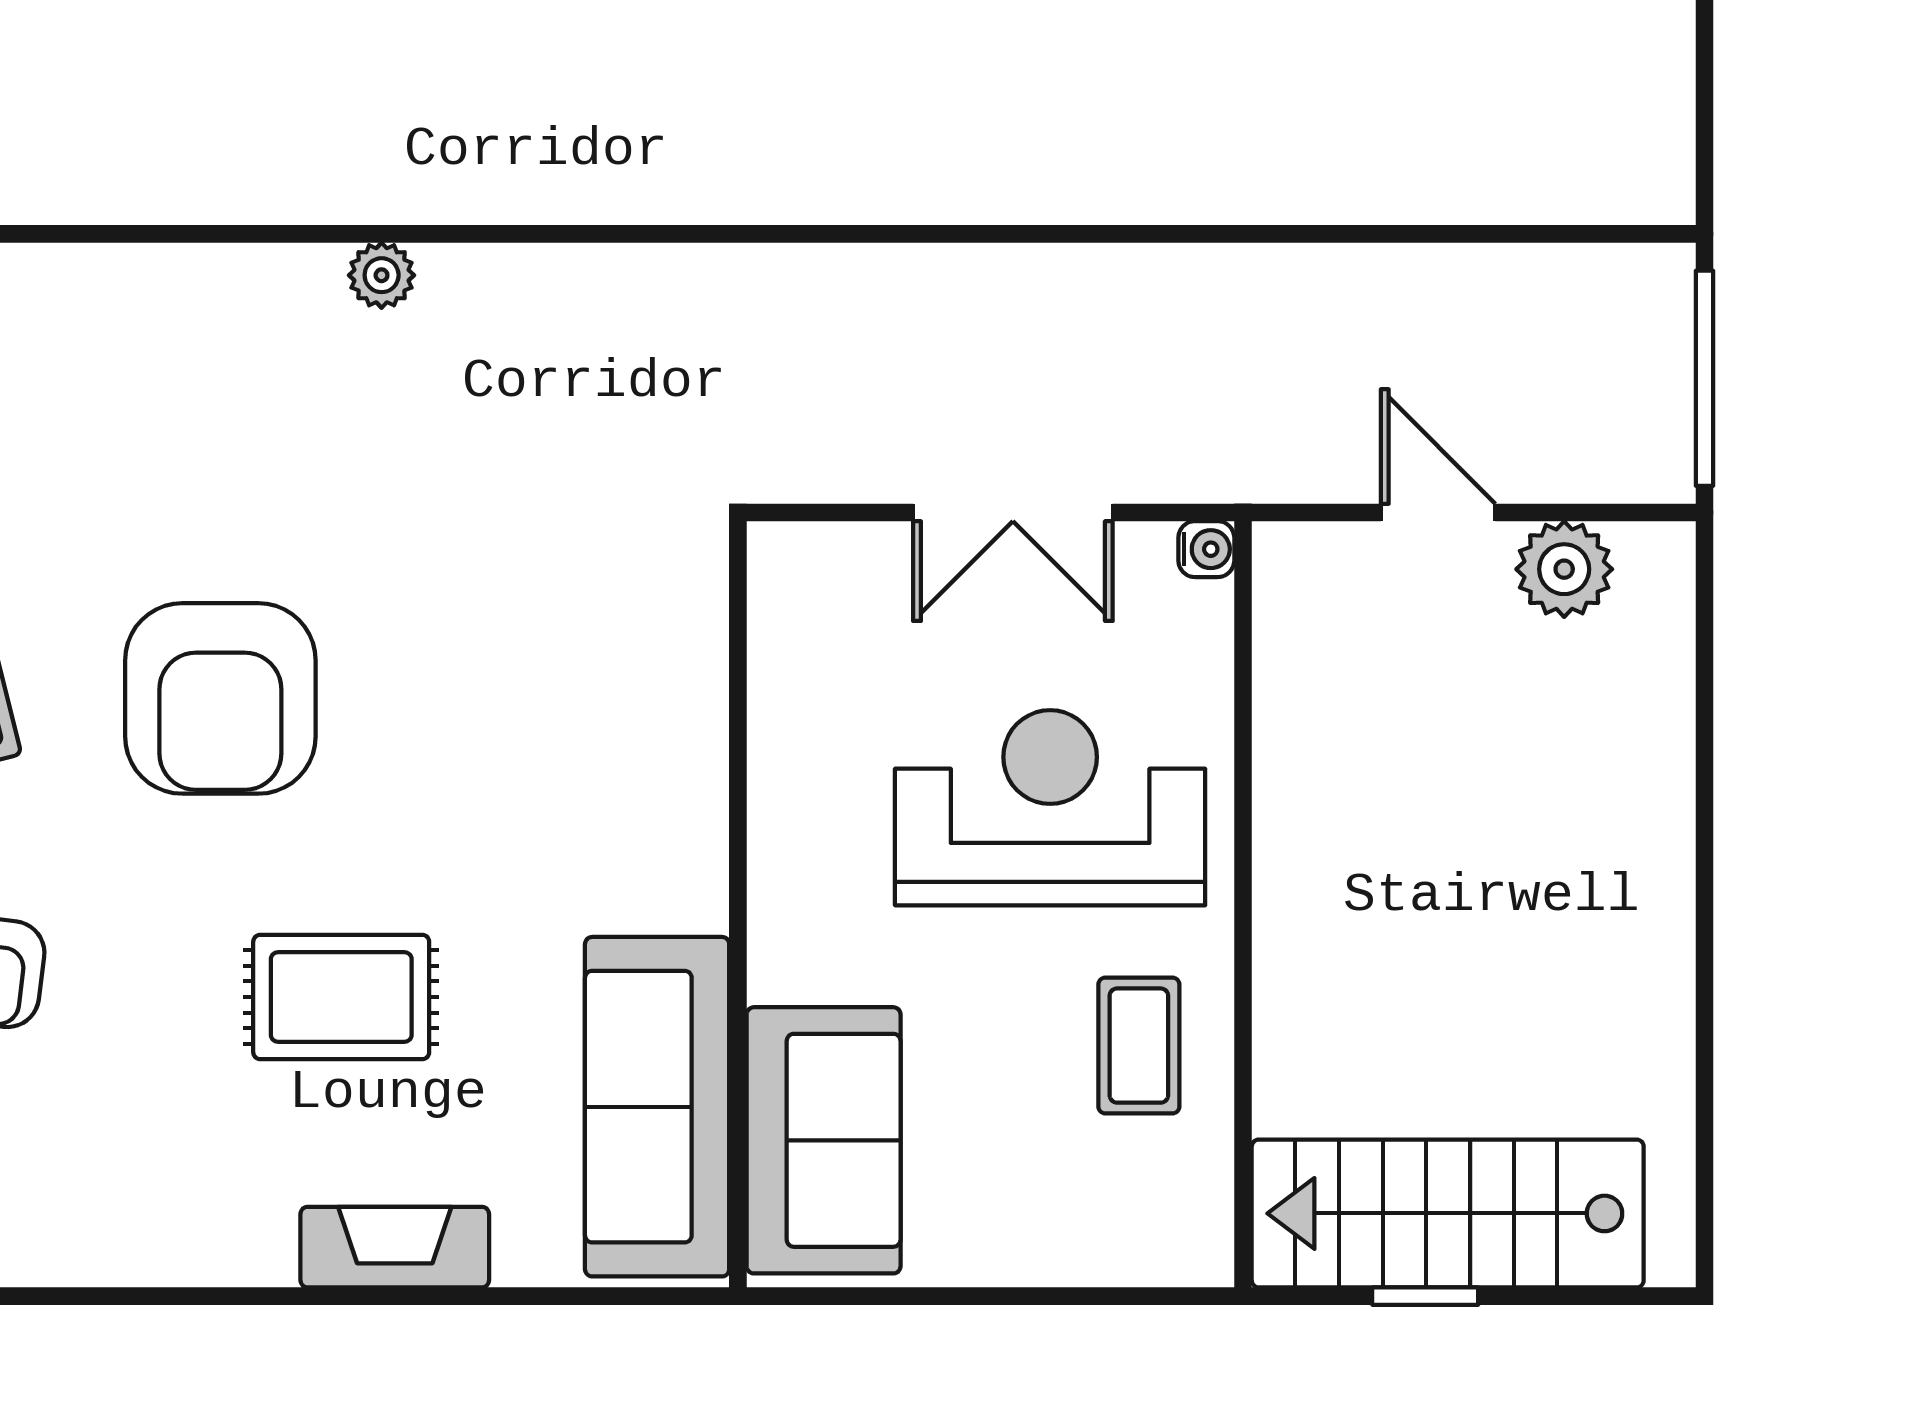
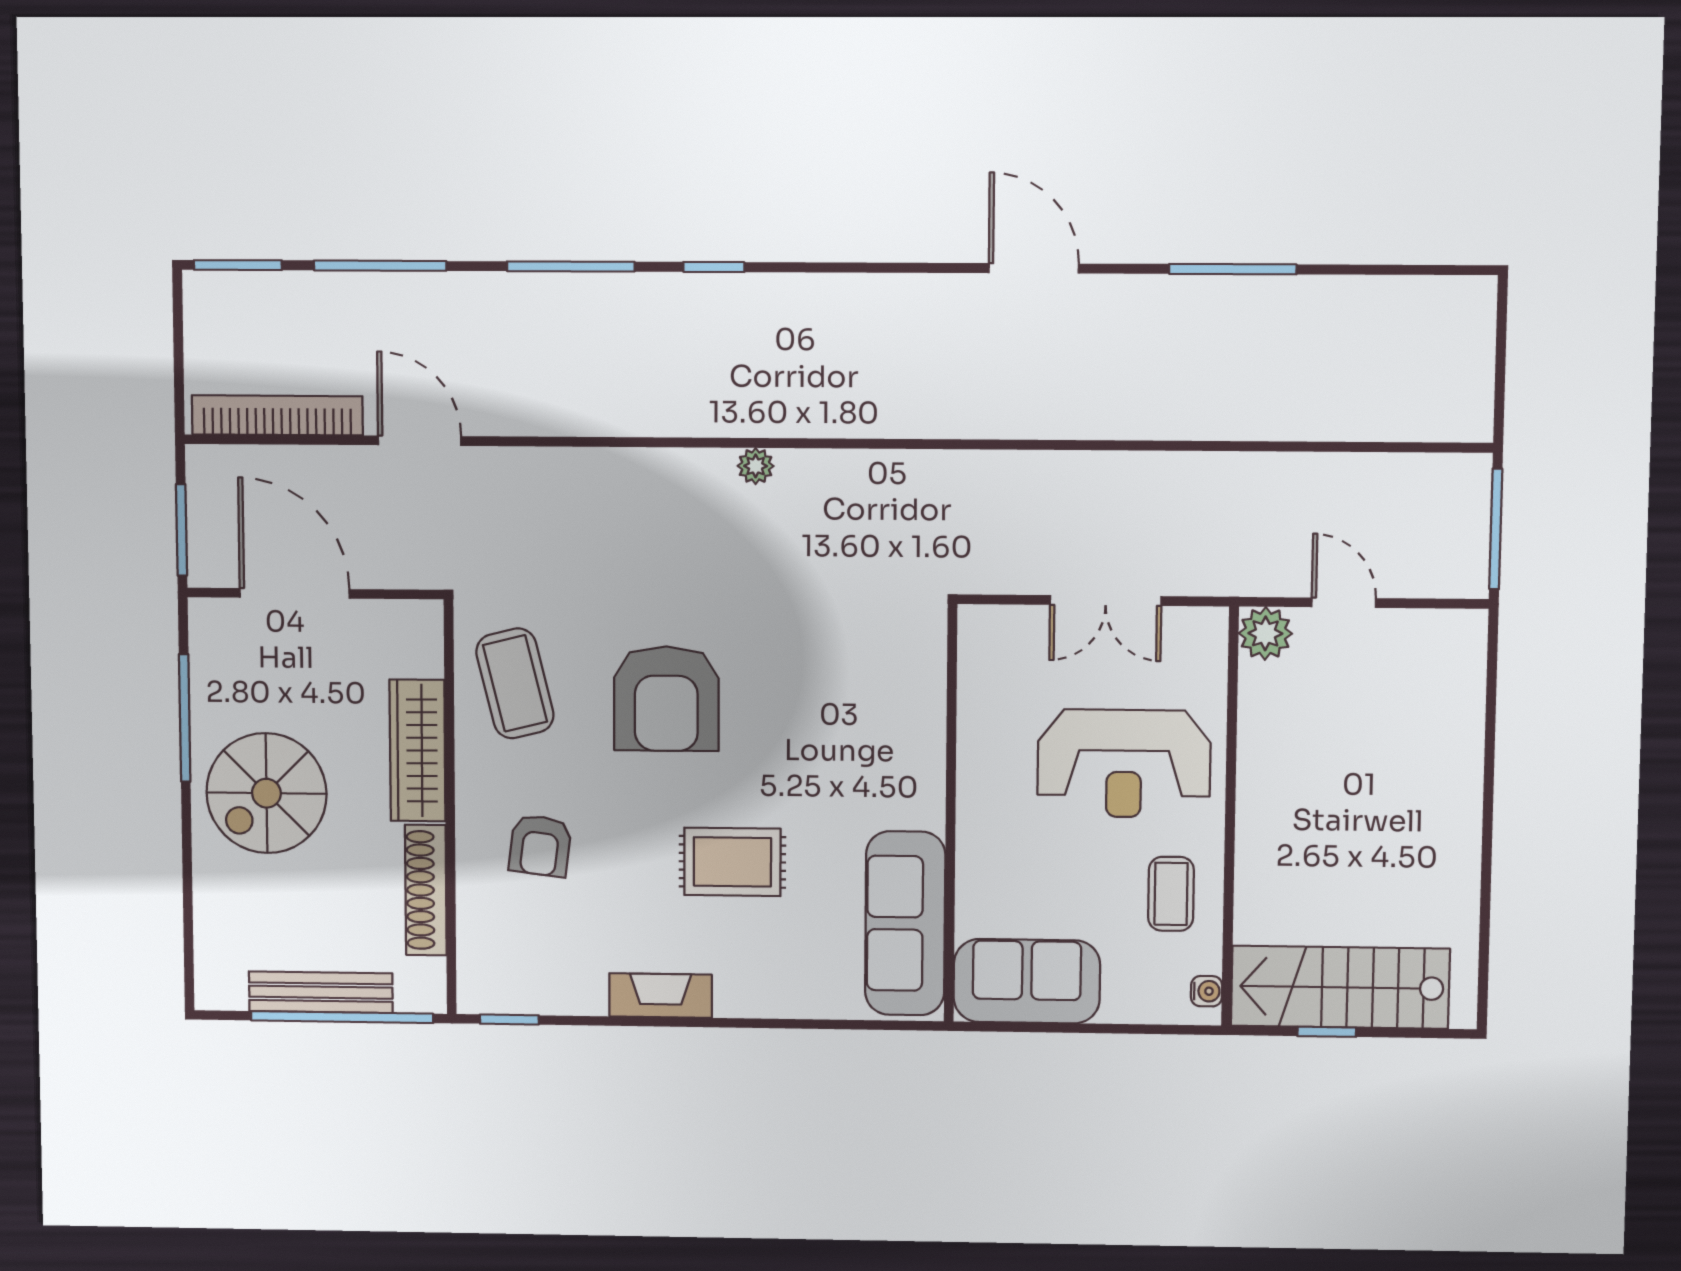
water cooler: (1206, 549) -> (1207, 991), moved
plant: (1564, 569) -> (1265, 633), moved
reception desk: (1050, 808) -> (1124, 763), turned 180
sofa: (824, 1140) -> (1027, 981), moved, turned -90
fireplace: (395, 1247) -> (661, 996), moved

